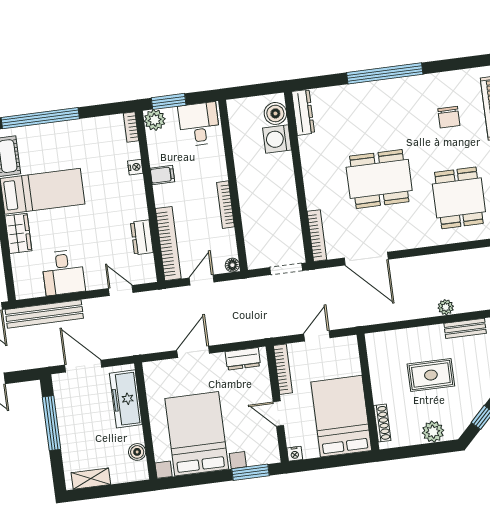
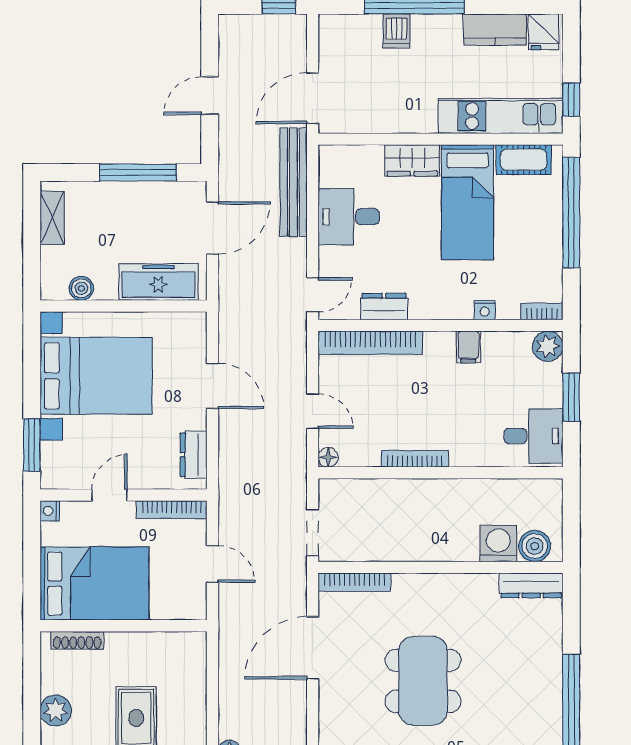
plant: (155, 120) -> (548, 346), moved
bookcase: (131, 127) -> (542, 311), moved
nightstand: (135, 167) -> (485, 310), moved
filing cabinet: (162, 175) -> (468, 347), moved
wall: (150, 196) -> (441, 325), moved
dresser: (142, 237) -> (384, 307), moved
bookcase: (168, 244) -> (370, 343), moved

